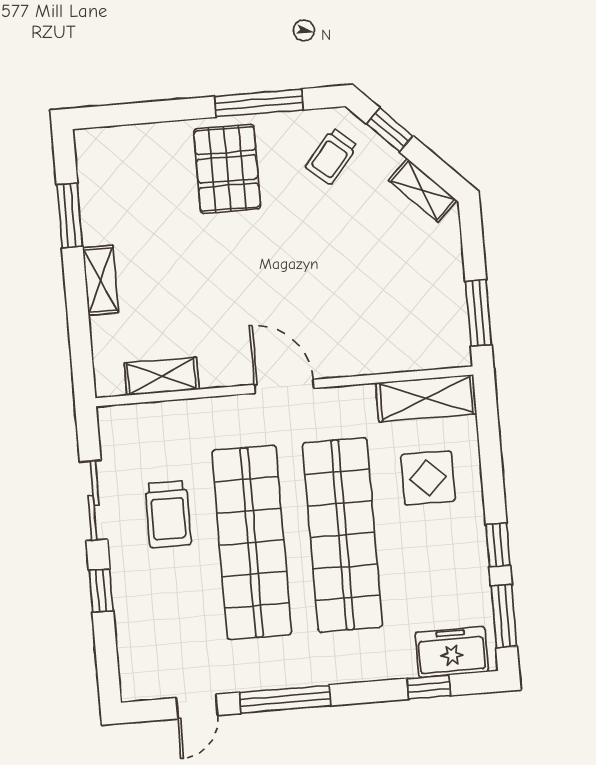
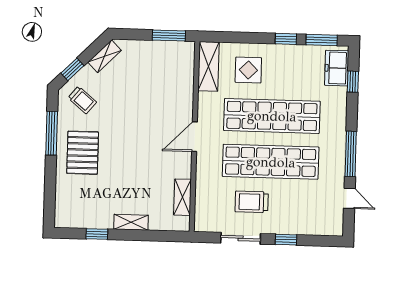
pallet: (227, 169) -> (83, 153), turned 90
window: (70, 215) -> (97, 234), width x0.67
trolley: (168, 514) -> (252, 202), turned 180

